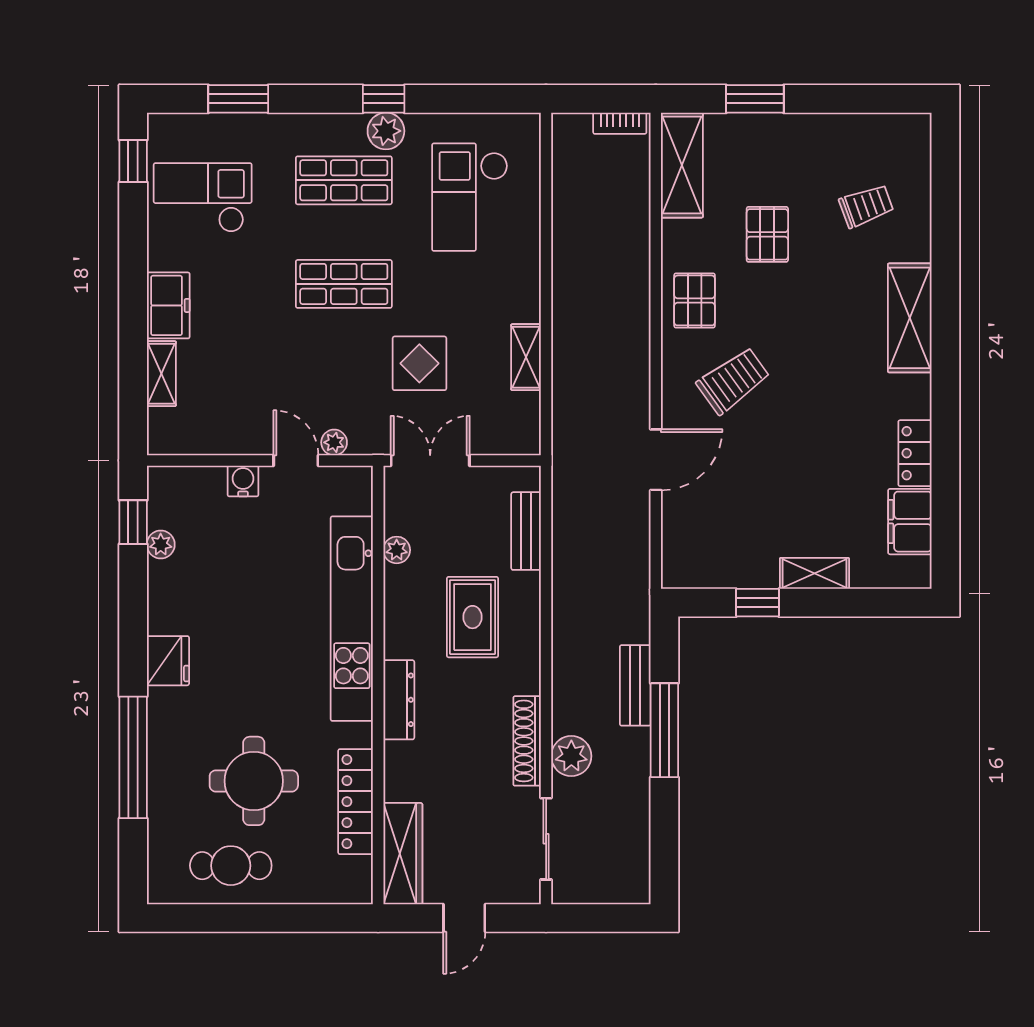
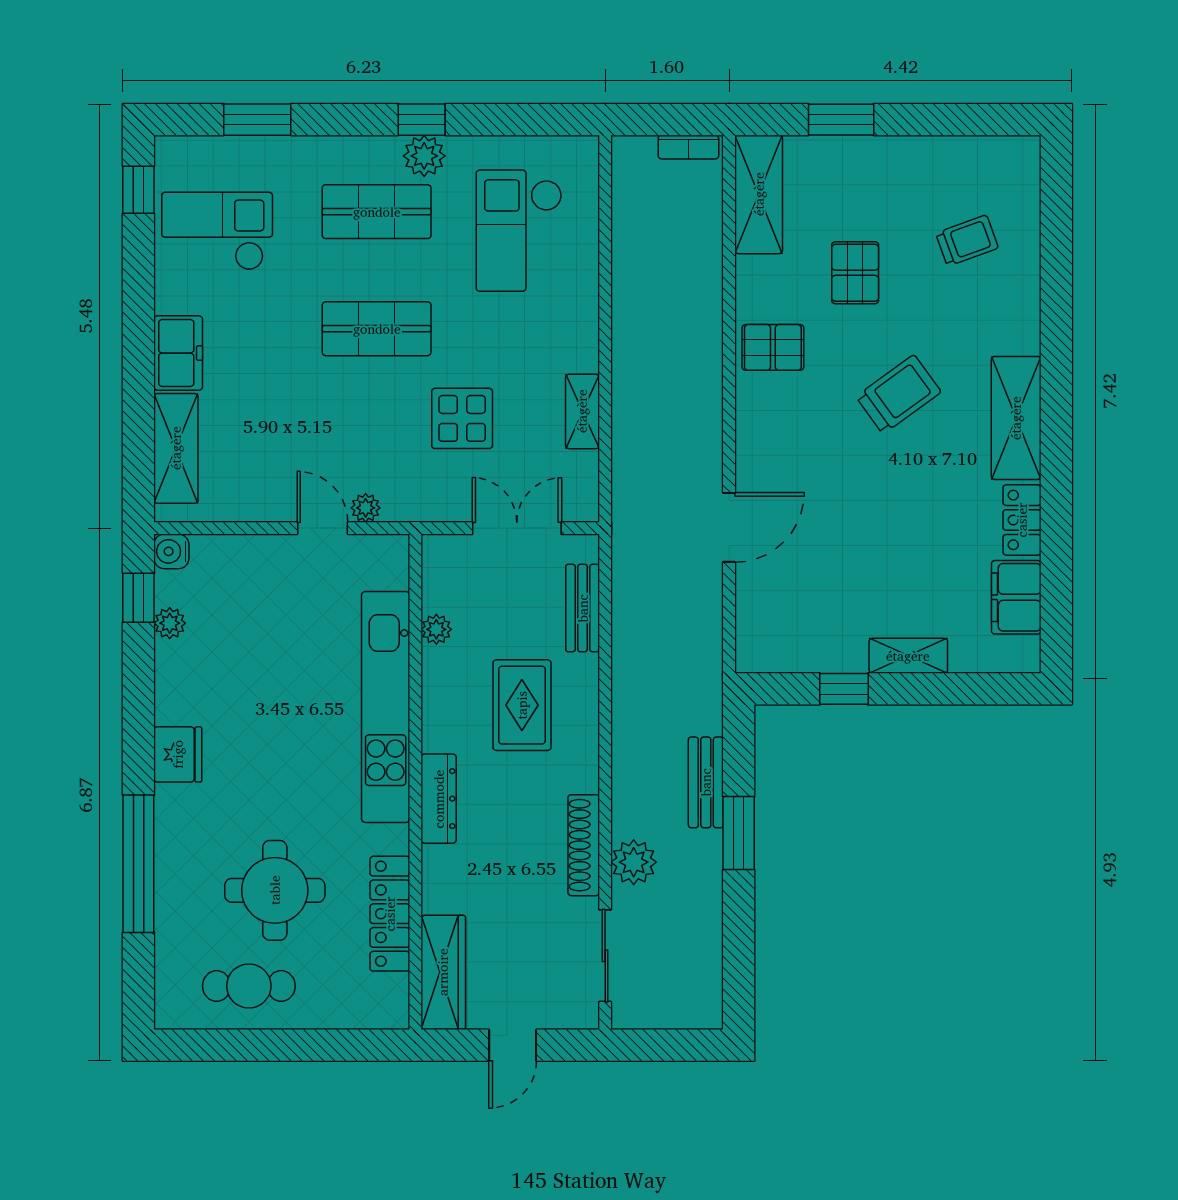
pallet: (695, 300) -> (773, 347), turned 90
shelving: (910, 318) -> (1016, 418), moved
shelving: (161, 374) -> (176, 448), width x1.50, depth x1.33
trolley: (733, 381) -> (898, 394), moved
double door: (430, 460) -> (517, 528), moved
water cooler: (243, 481) -> (171, 551), moved, turned -90
window: (664, 730) -> (739, 833), width x0.69

